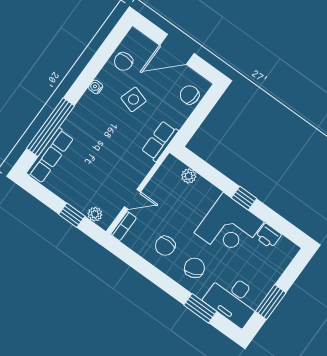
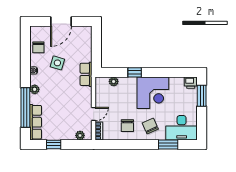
chair: (190, 95) -> (84, 40), removed
plant: (79, 112) -> (35, 89), added
window: (244, 198) -> (135, 72), moved
window: (72, 215) -> (54, 144), moved
printer: (268, 236) -> (191, 83), moved
window: (271, 302) -> (202, 96), moved

